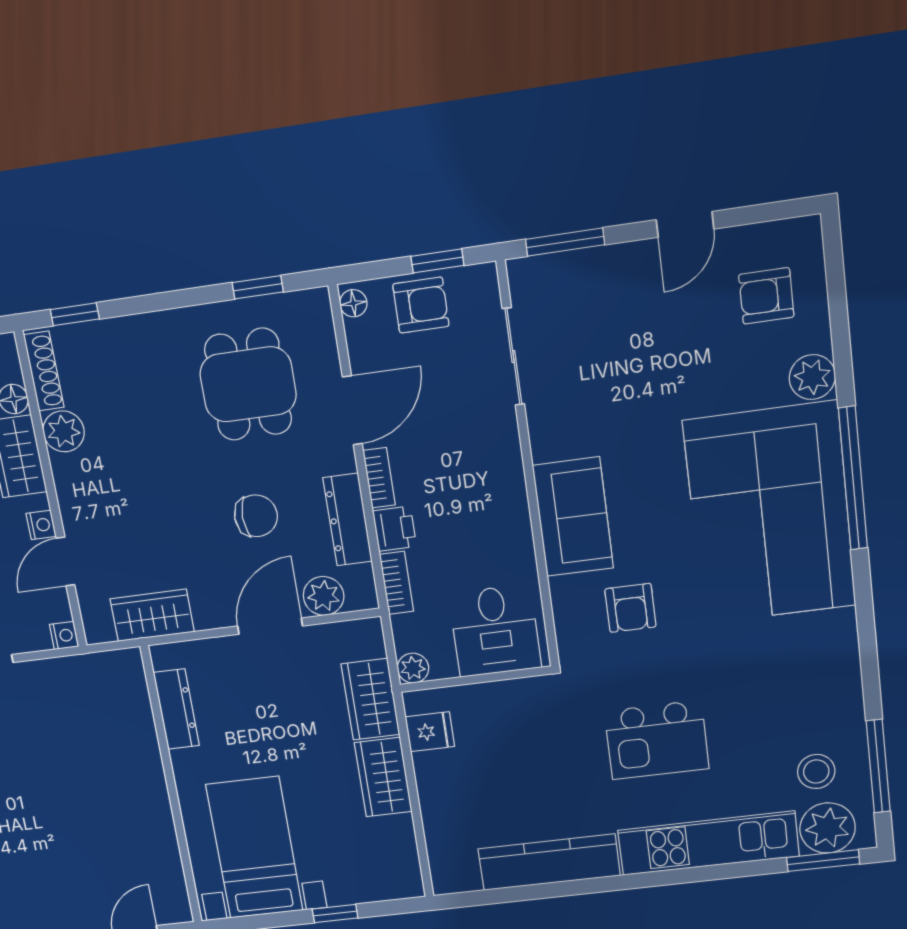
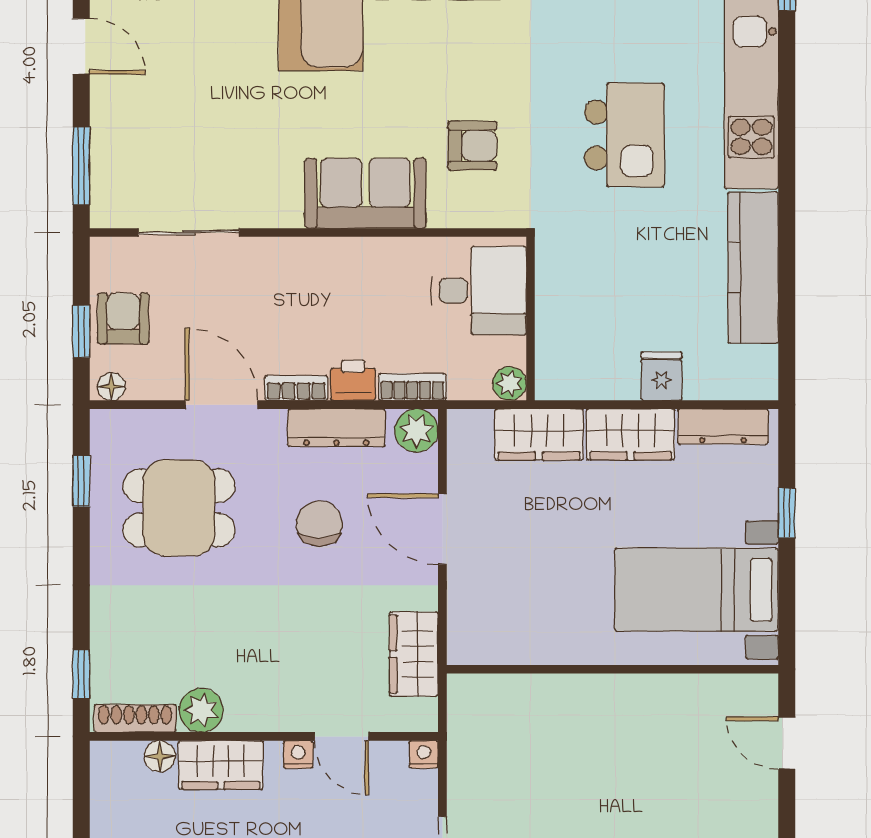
window: (437, 261) -> (81, 332), moved
plant: (324, 596) -> (416, 431), moved
dresser: (176, 709) -> (723, 426), moved, turned 180
fridge: (430, 732) -> (662, 376), moved

